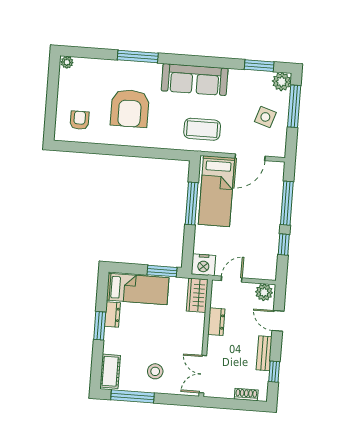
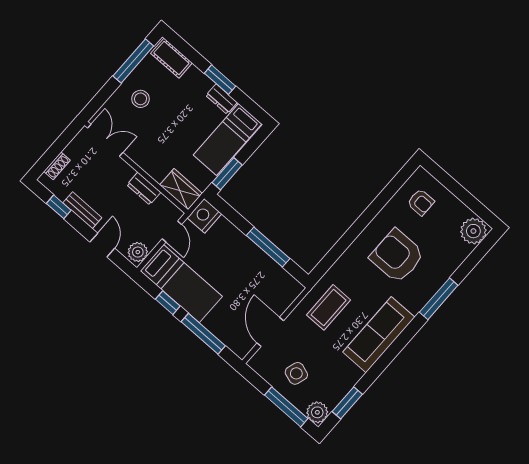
plant: (67, 62) -> (473, 231), width x1.88, depth x1.88
bed: (217, 191) -> (181, 284), moved, turned 180
door: (278, 321) -> (102, 245), hinge flipped

